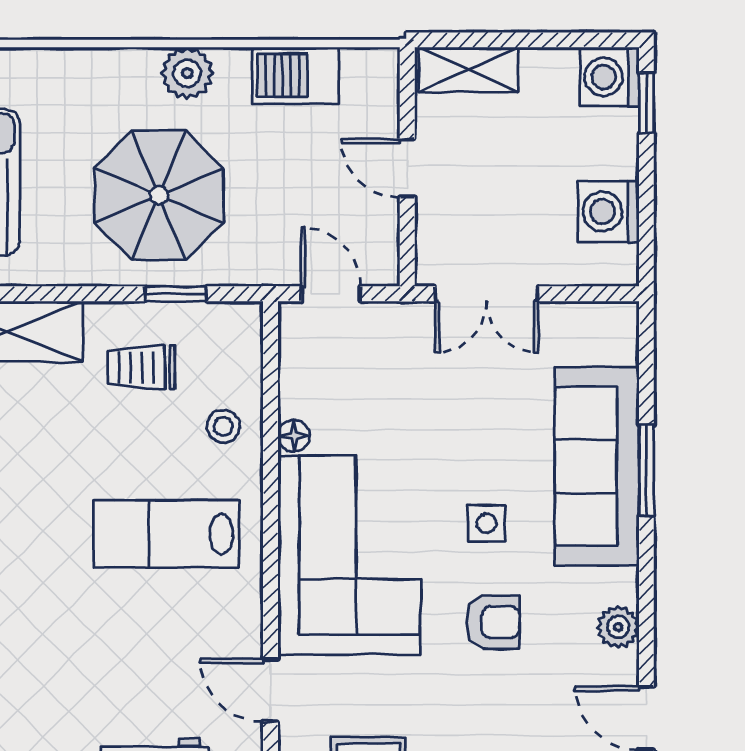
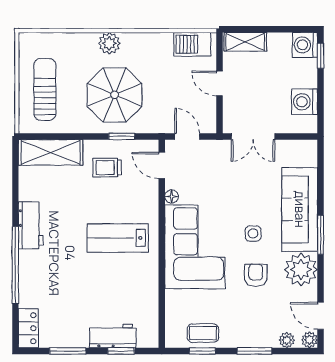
plant: (187, 73) -> (109, 43), moved
barbecue: (296, 76) -> (192, 44), moved
stool: (223, 426) -> (142, 192), removed
window: (646, 470) -> (321, 235), moved
armchair: (493, 622) -> (256, 275), turned -90
plant: (618, 627) -> (301, 270), width x1.87, depth x1.87
door: (271, 690) -> (162, 165), moved

